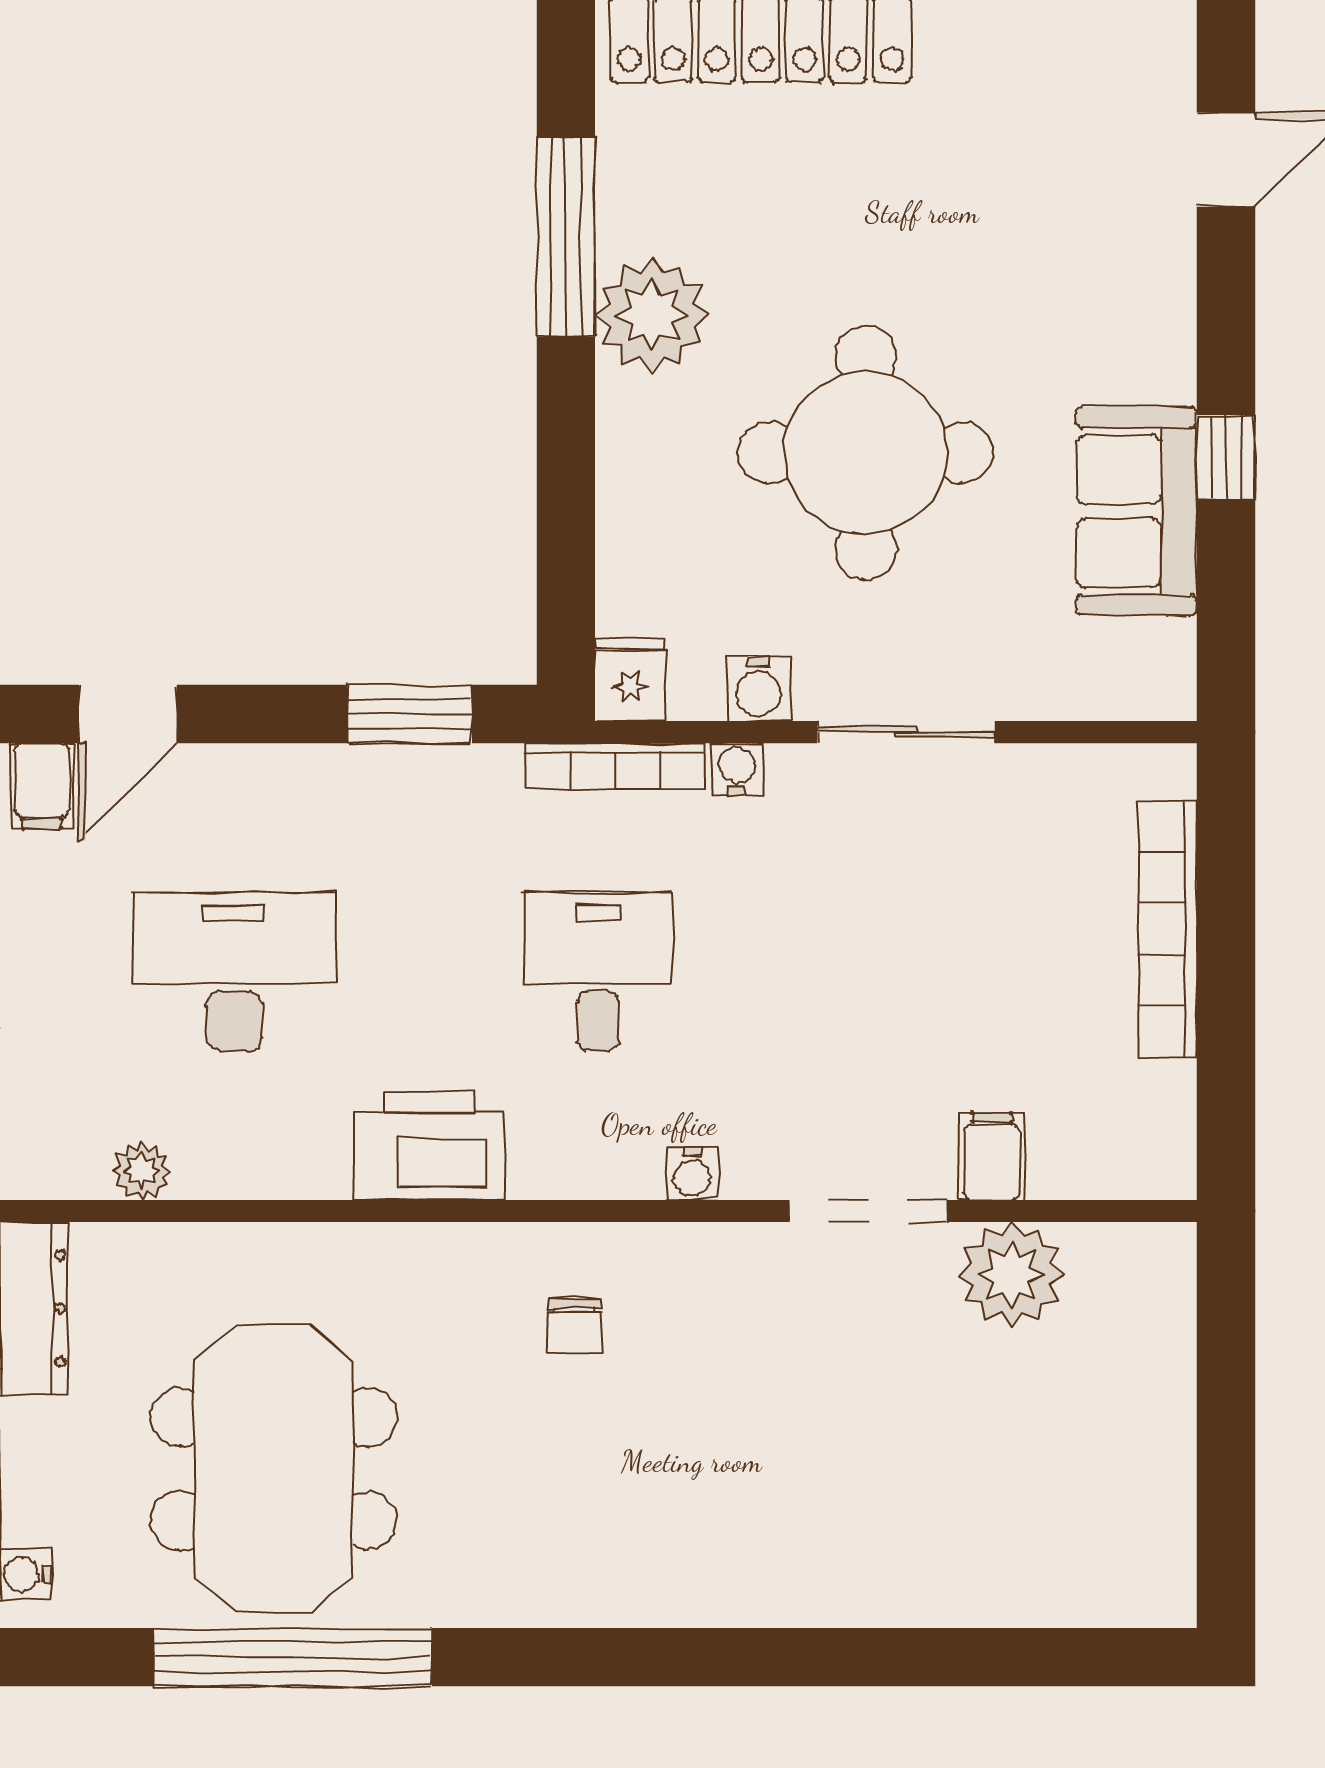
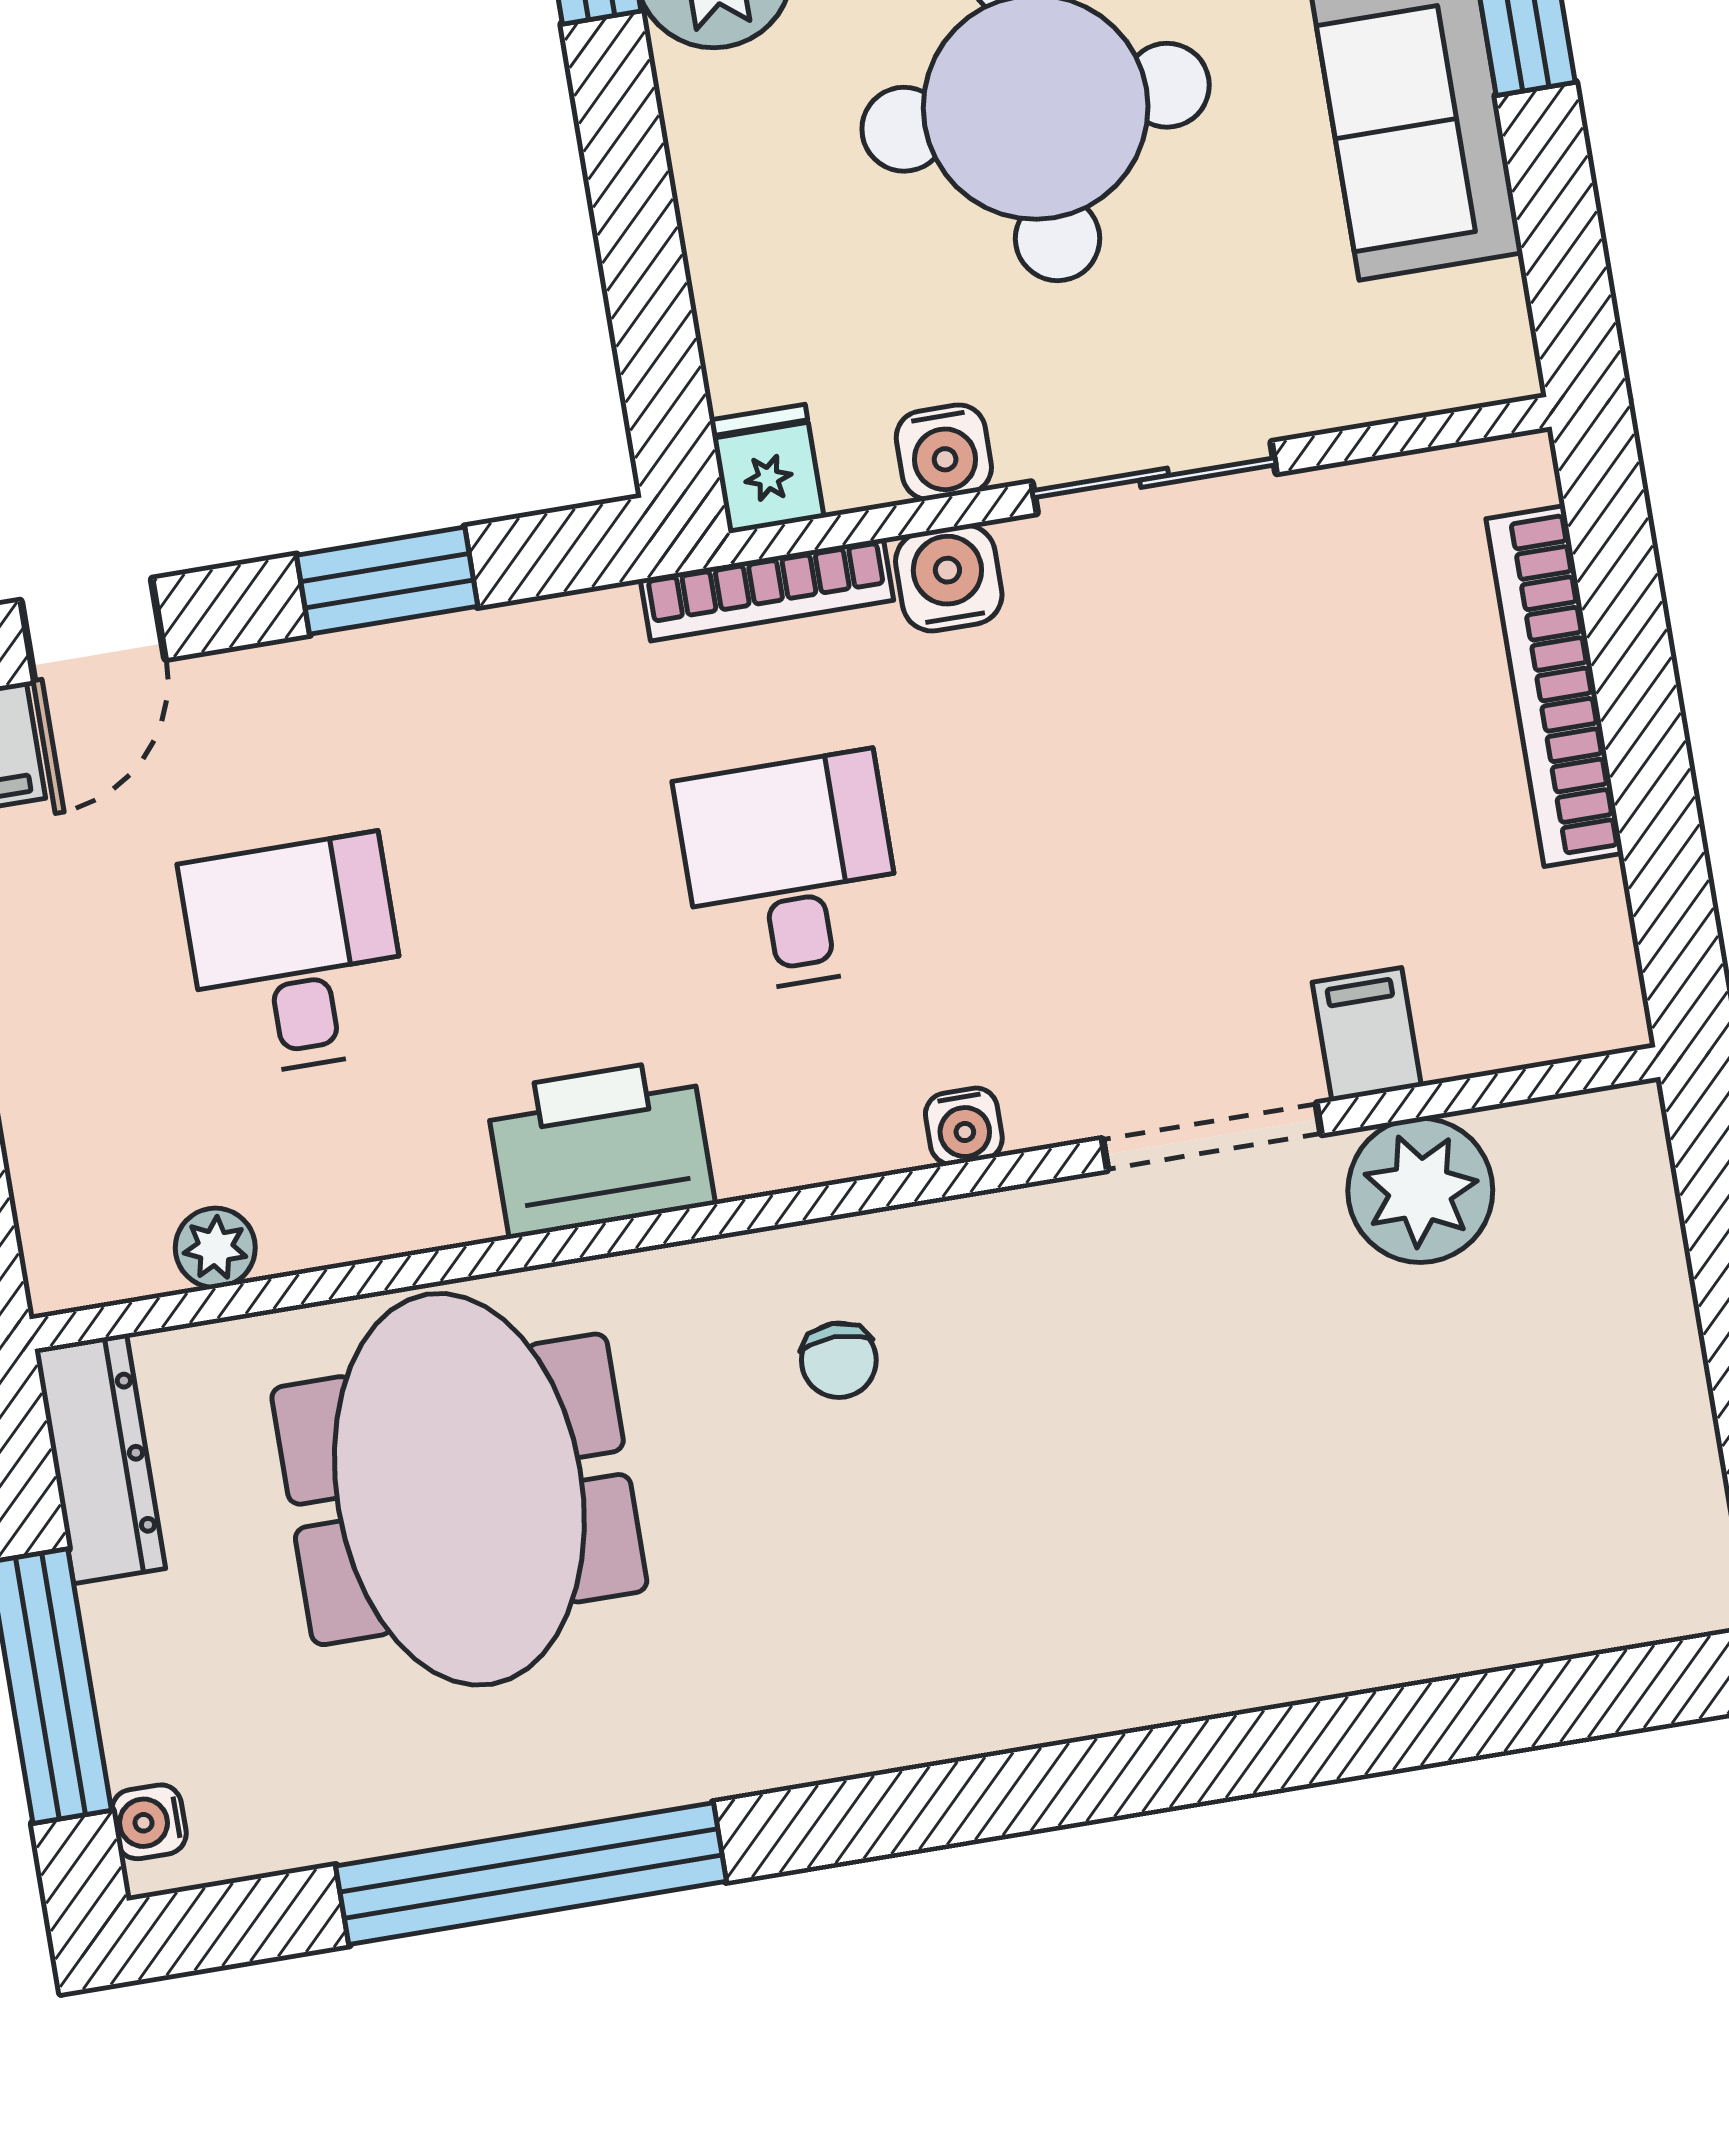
window: (410, 714) -> (387, 581), moved
water cooler: (737, 769) -> (949, 578), width x1.38, depth x1.38
desk: (234, 972) -> (296, 956), width x0.73
meeting table: (274, 1469) -> (459, 1489), moved

